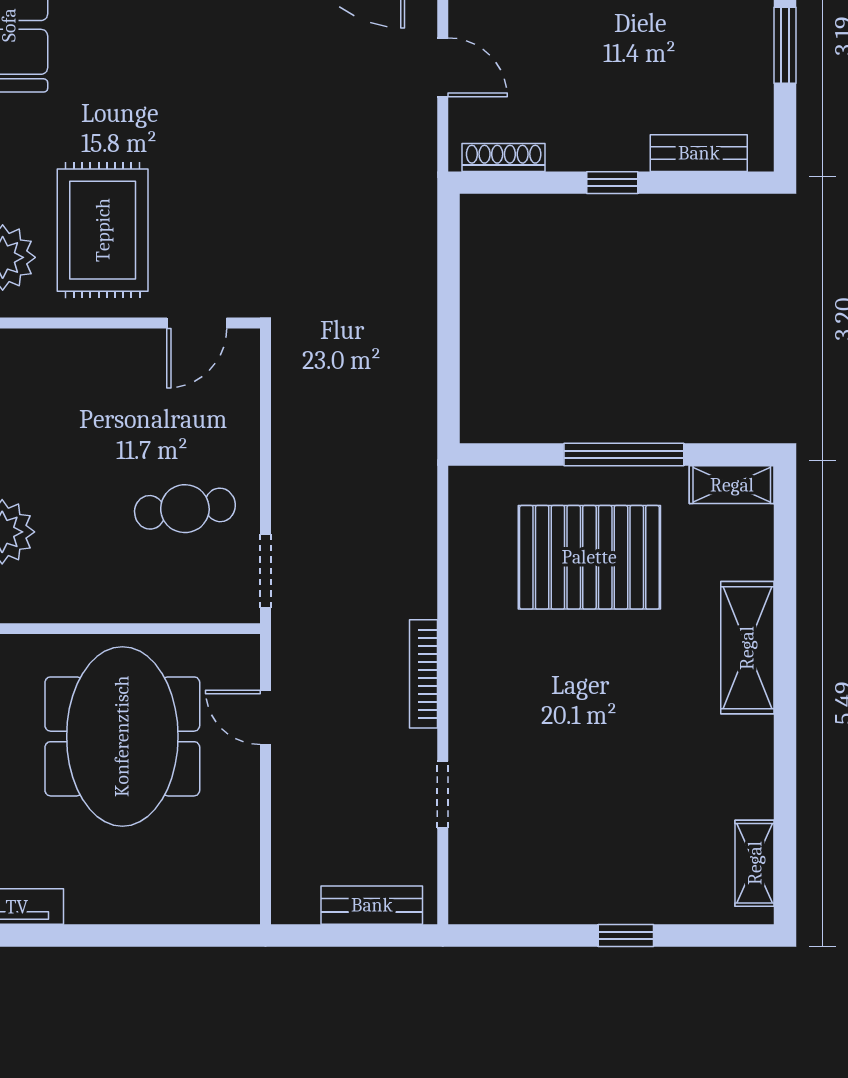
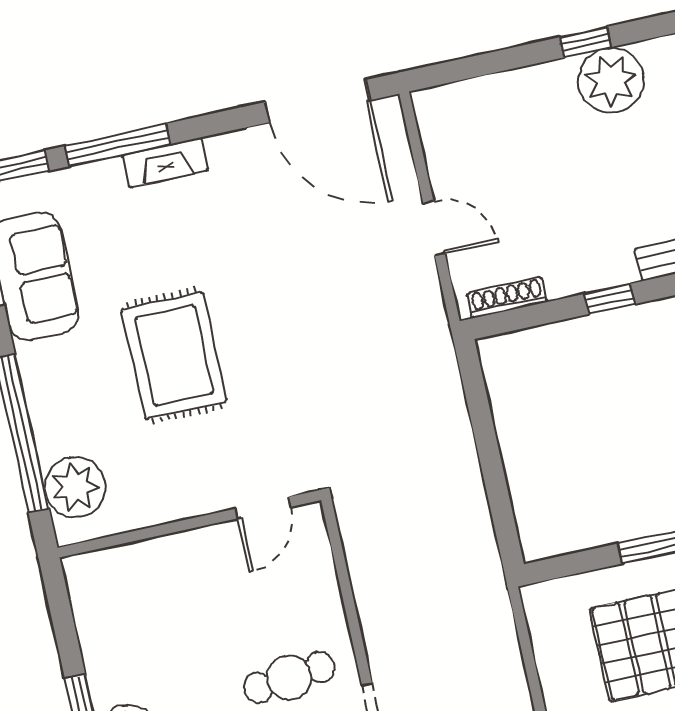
rug: (103, 230) -> (174, 355), moved

